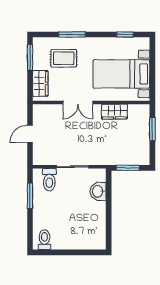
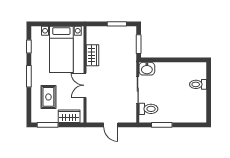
window: (72, 34) -> (29, 76), moved
double door: (78, 103) -> (85, 85), swing flipped
window: (152, 129) -> (117, 24), moved
washbasin: (98, 191) -> (147, 69), moved
toilet: (44, 240) -> (198, 84), moved

